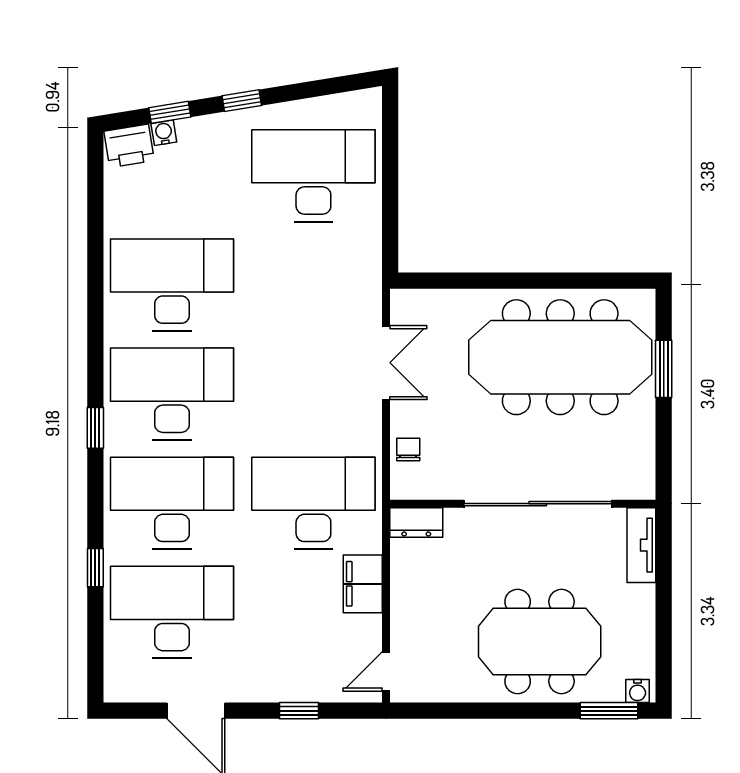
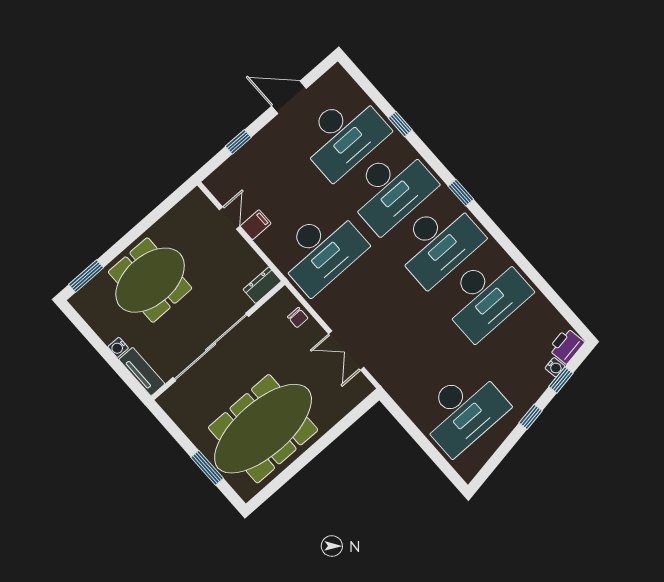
filing cabinet: (363, 584) -> (256, 225), width x0.50
door: (386, 671) -> (229, 218), moved
water cooler: (638, 691) -> (118, 347), moved, turned -90

